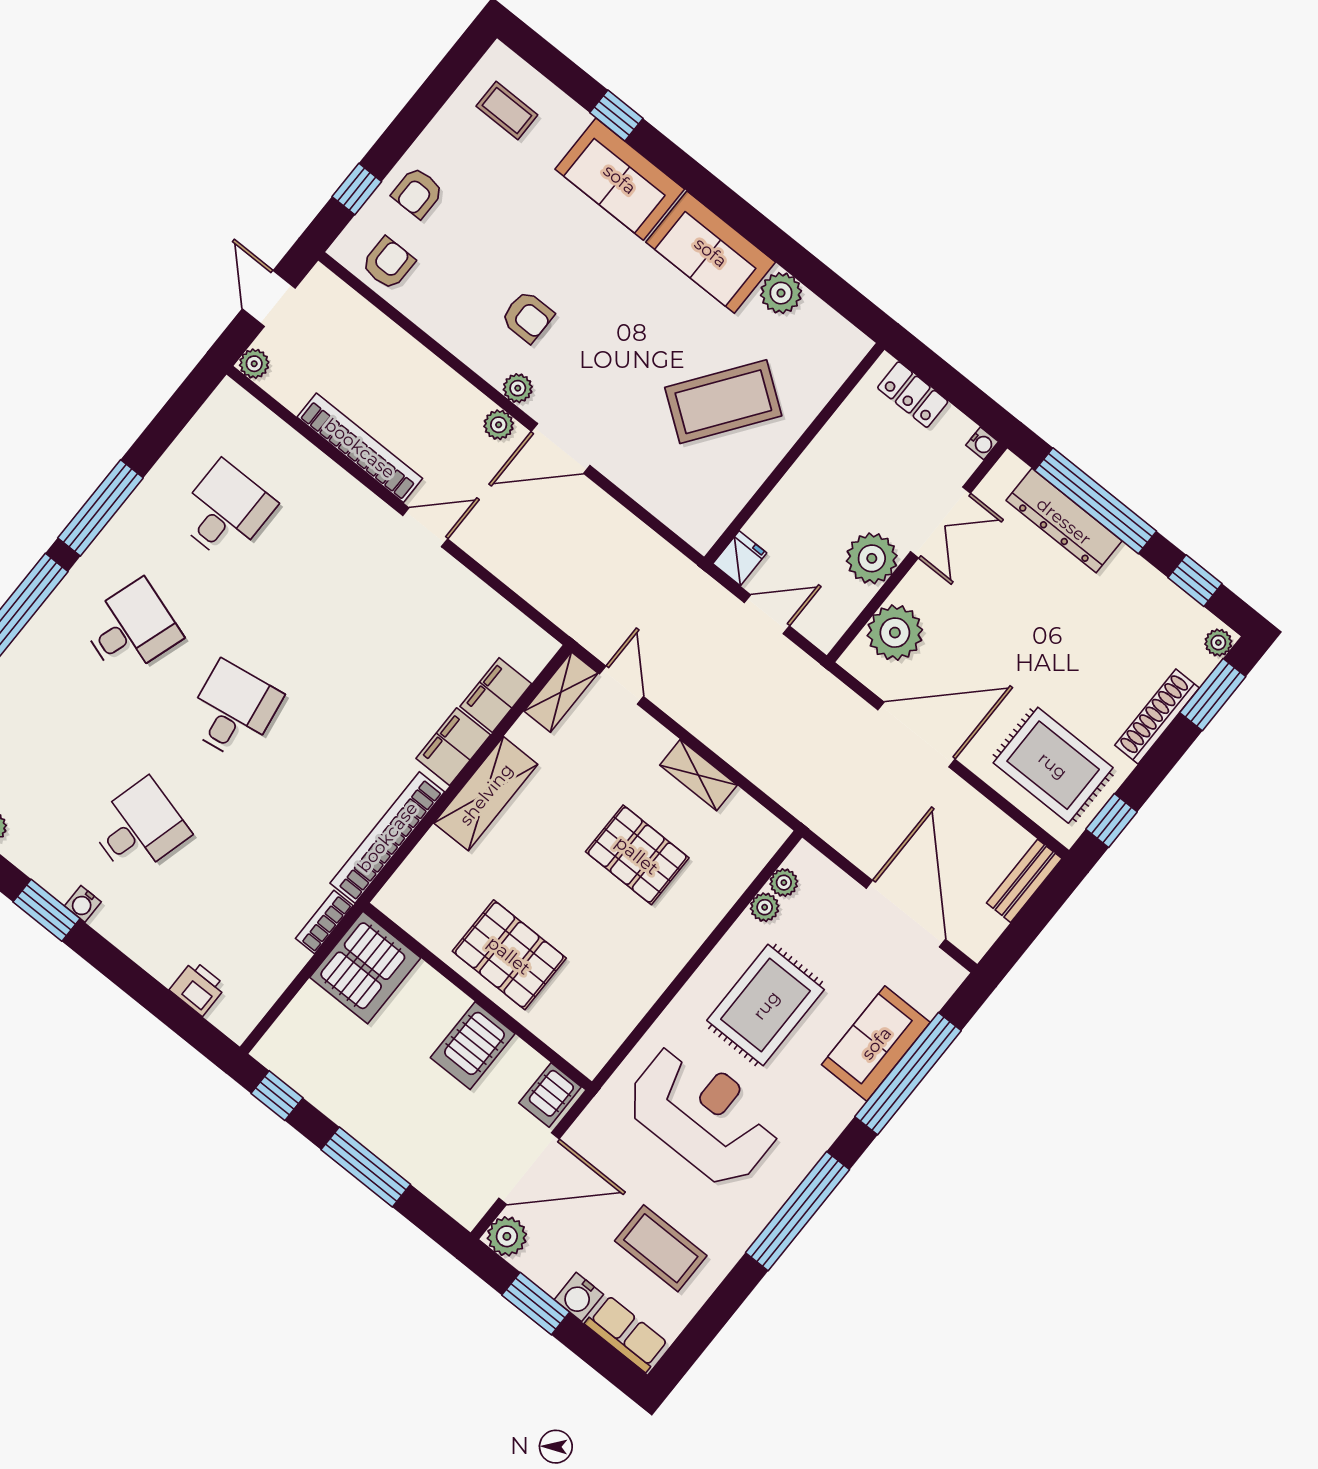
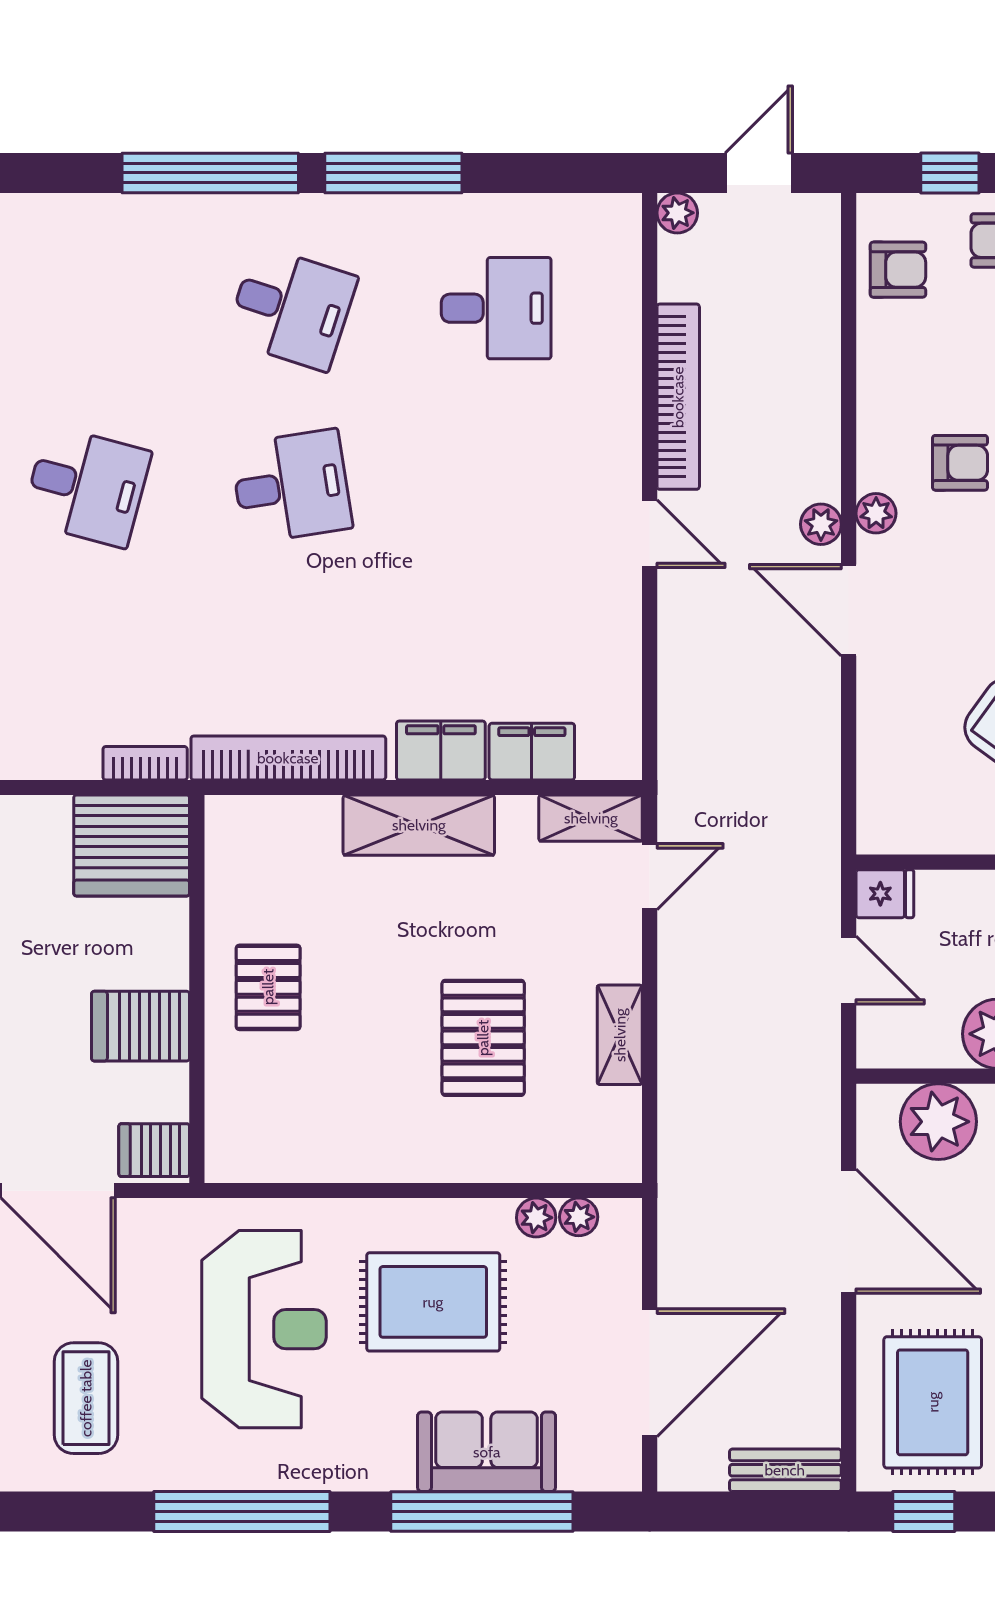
armchair: (527, 317) -> (960, 463), turned -90
pallet: (509, 955) -> (268, 987), width x0.67, depth x0.71

